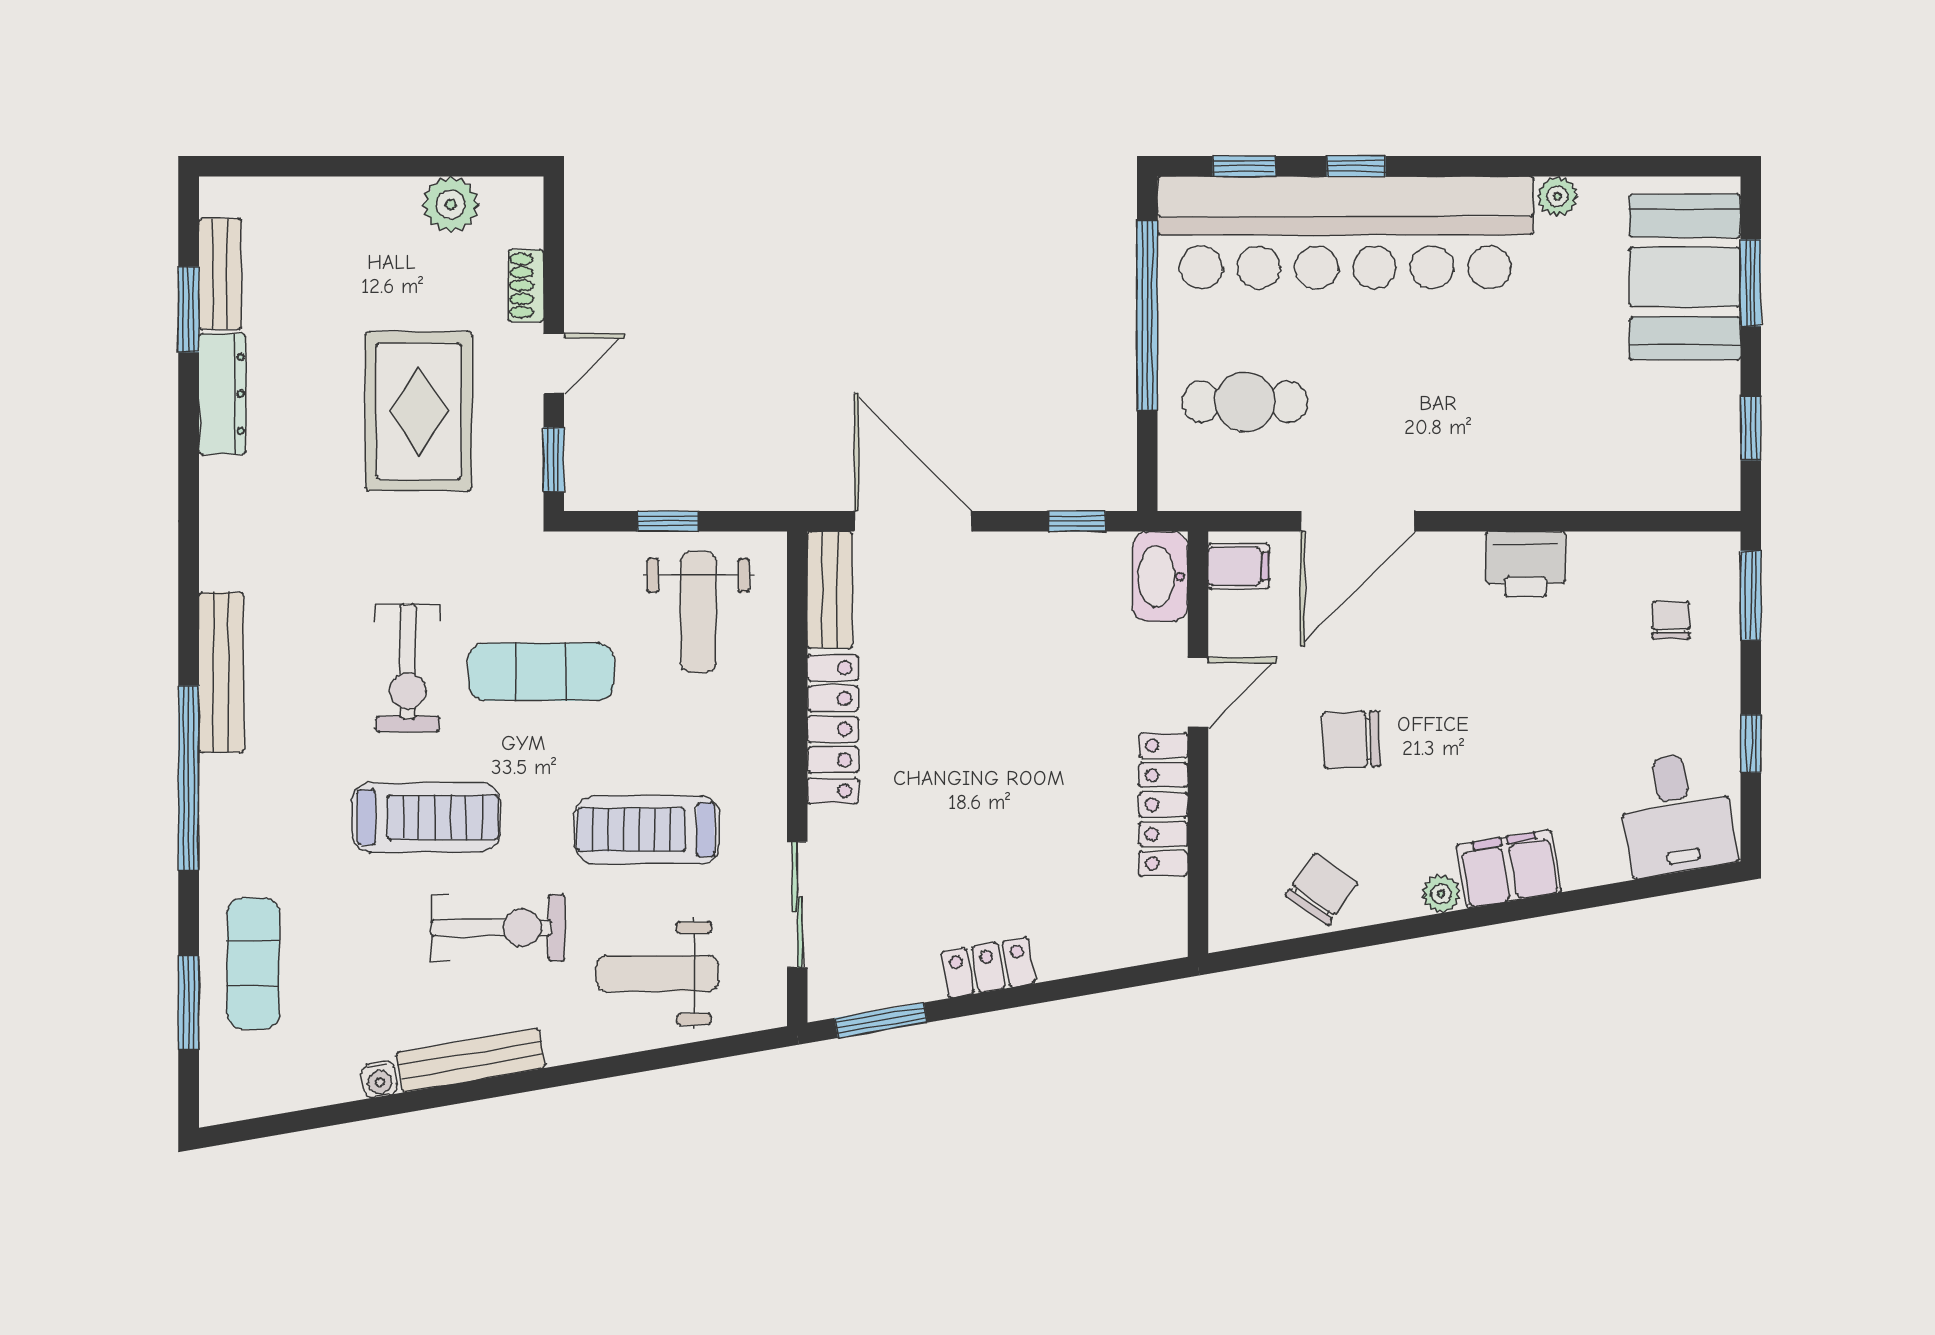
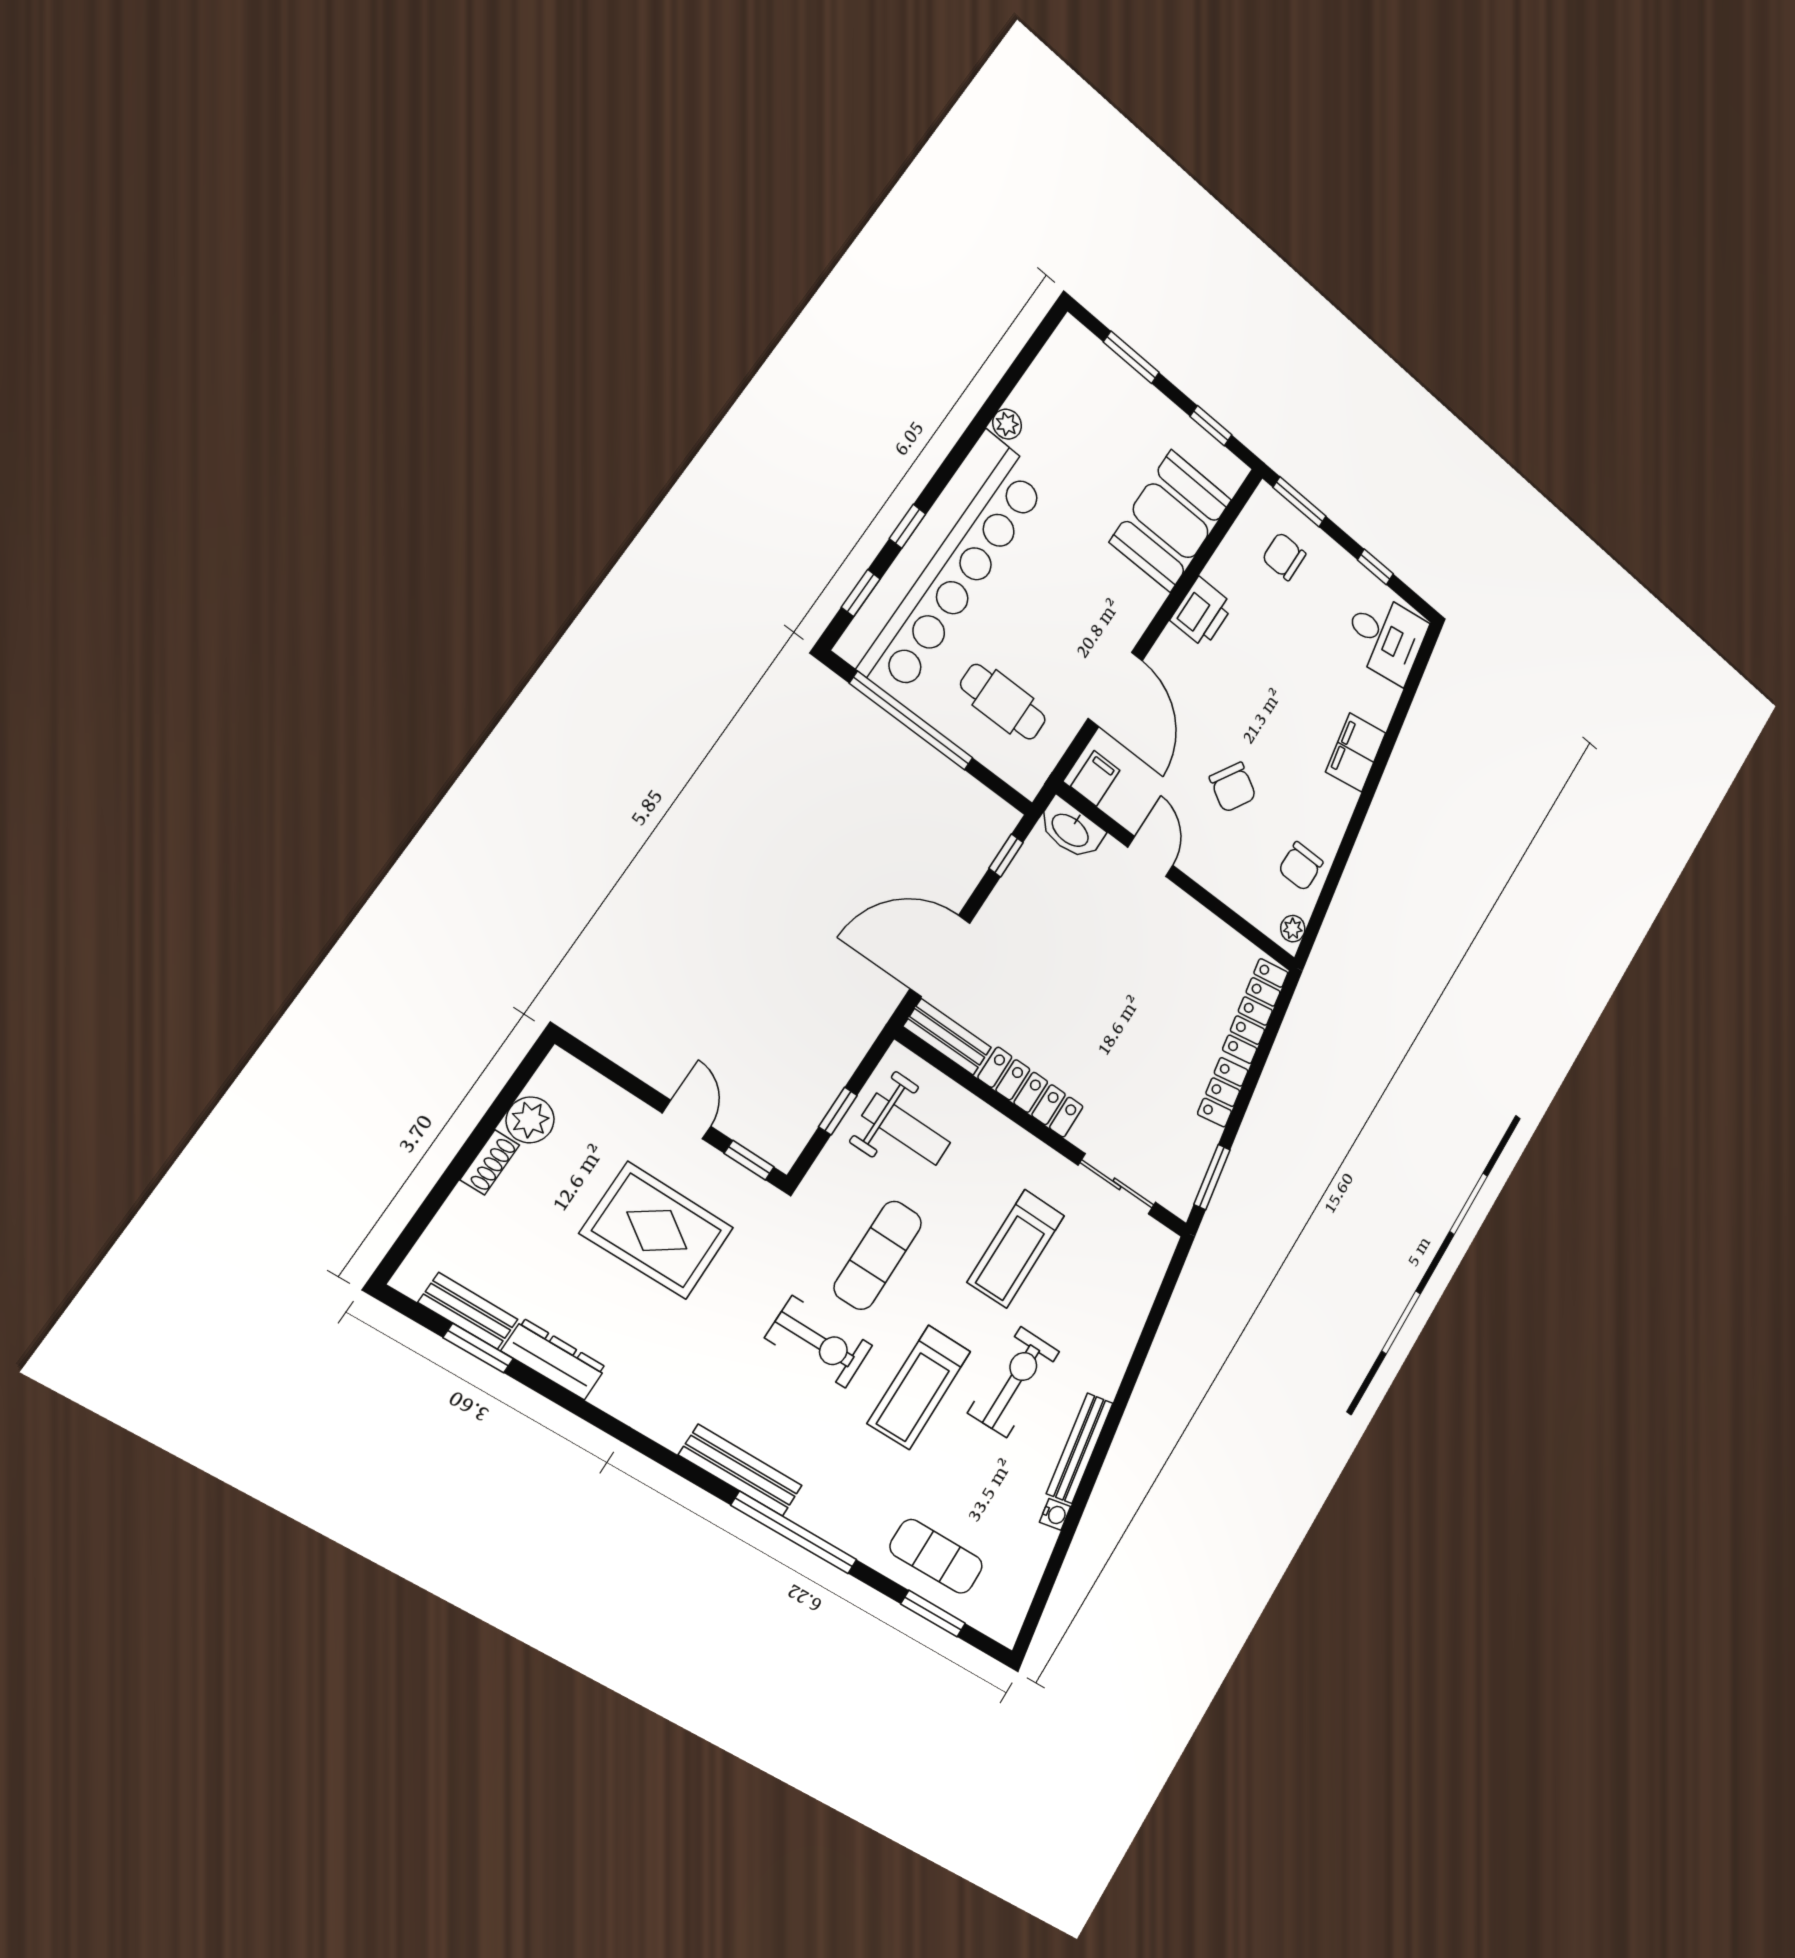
booth: (1685, 277) -> (1171, 521), moved, turned 90
shoe rack: (526, 286) -> (490, 1162), moved, turned -90
cafe table: (1245, 402) -> (1003, 702), turned 90
chair: (1671, 620) -> (1284, 556), width x1.37, depth x1.37
chair: (1351, 740) -> (1233, 787), turned -57
locker: (1163, 805) -> (1255, 1011), moved, turned 80
treadmill: (426, 817) -> (919, 1387), turned 180
chair: (1321, 889) -> (1301, 866), turned -125
plant: (1441, 894) -> (1293, 929), moved
weight bench: (657, 973) -> (1102, 1297), removed

